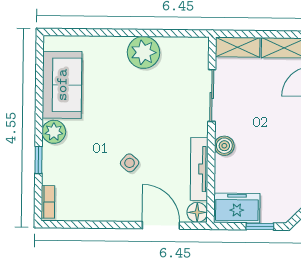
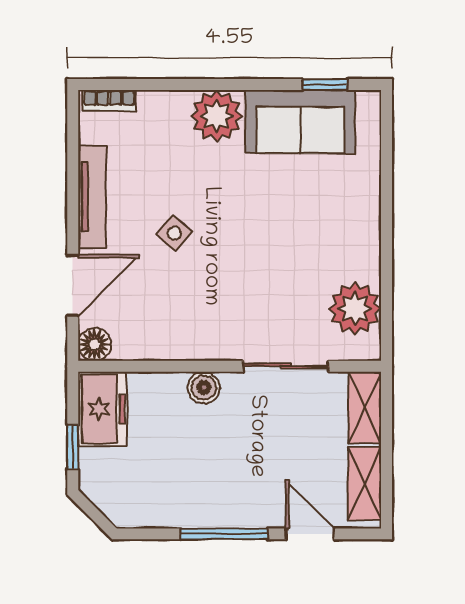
plant: (144, 52) -> (355, 308), moved
plant: (54, 132) -> (217, 116), width x1.36, depth x1.36
window: (39, 160) -> (325, 85), moved
tv unit: (199, 169) -> (92, 197), moved, turned 90

